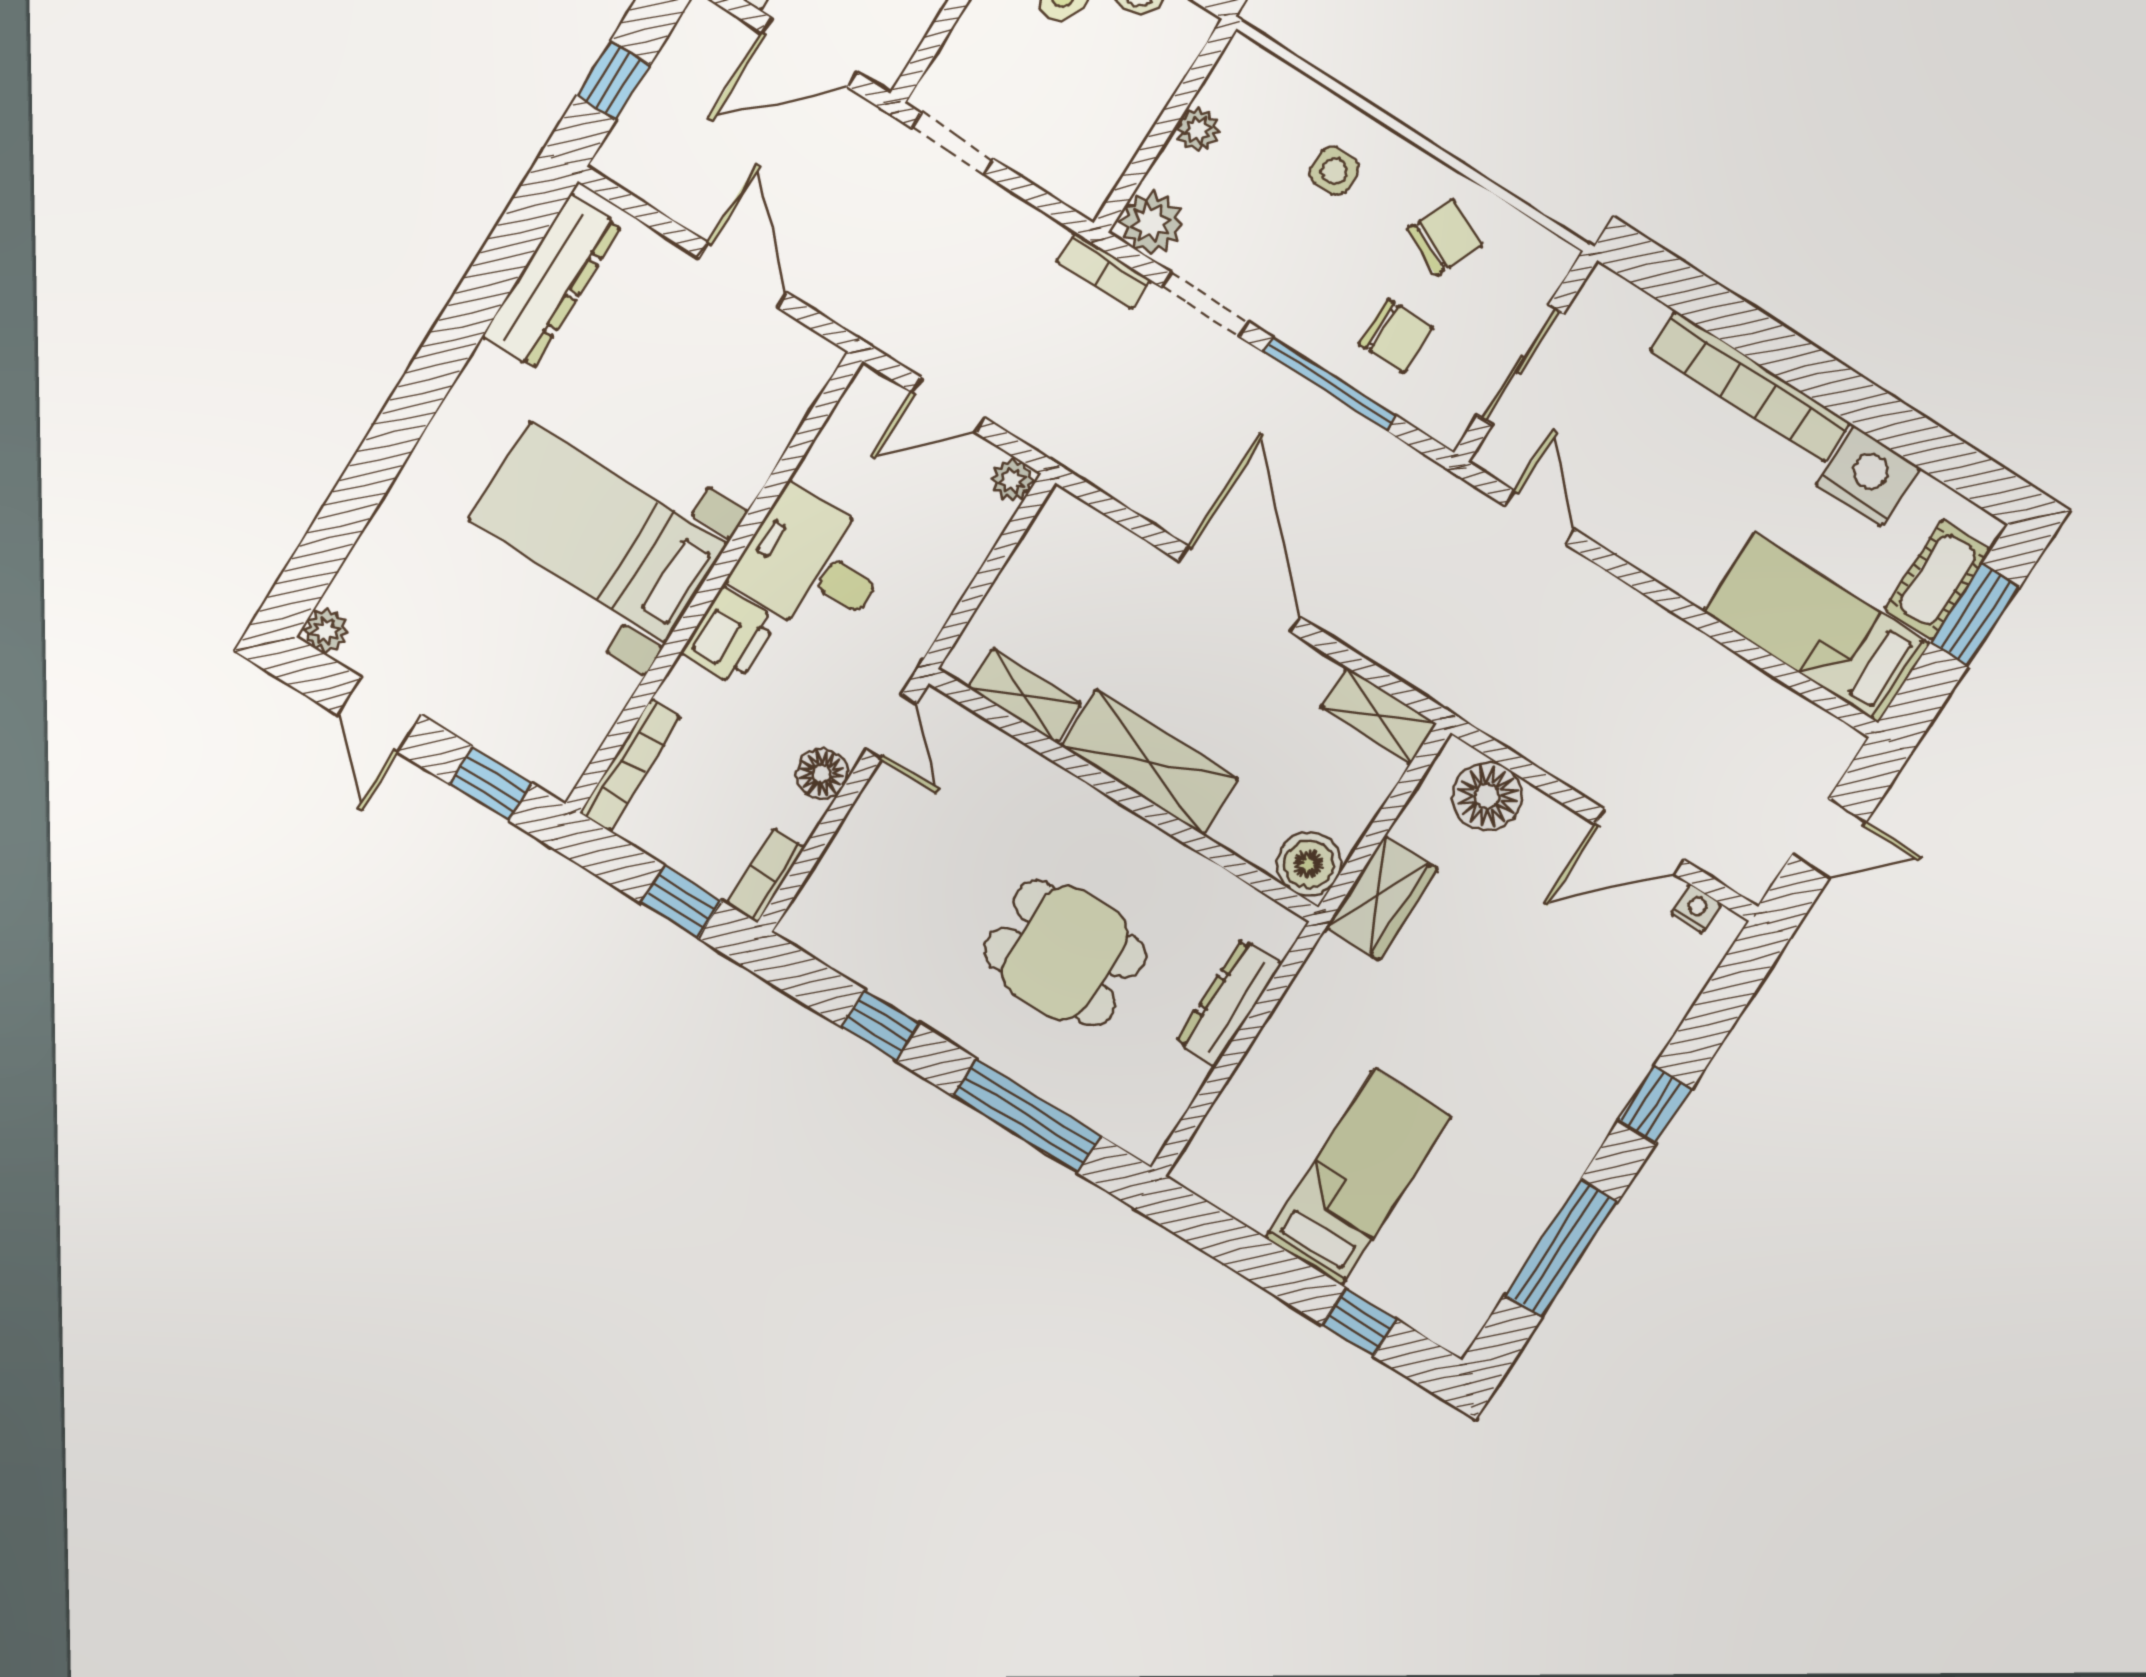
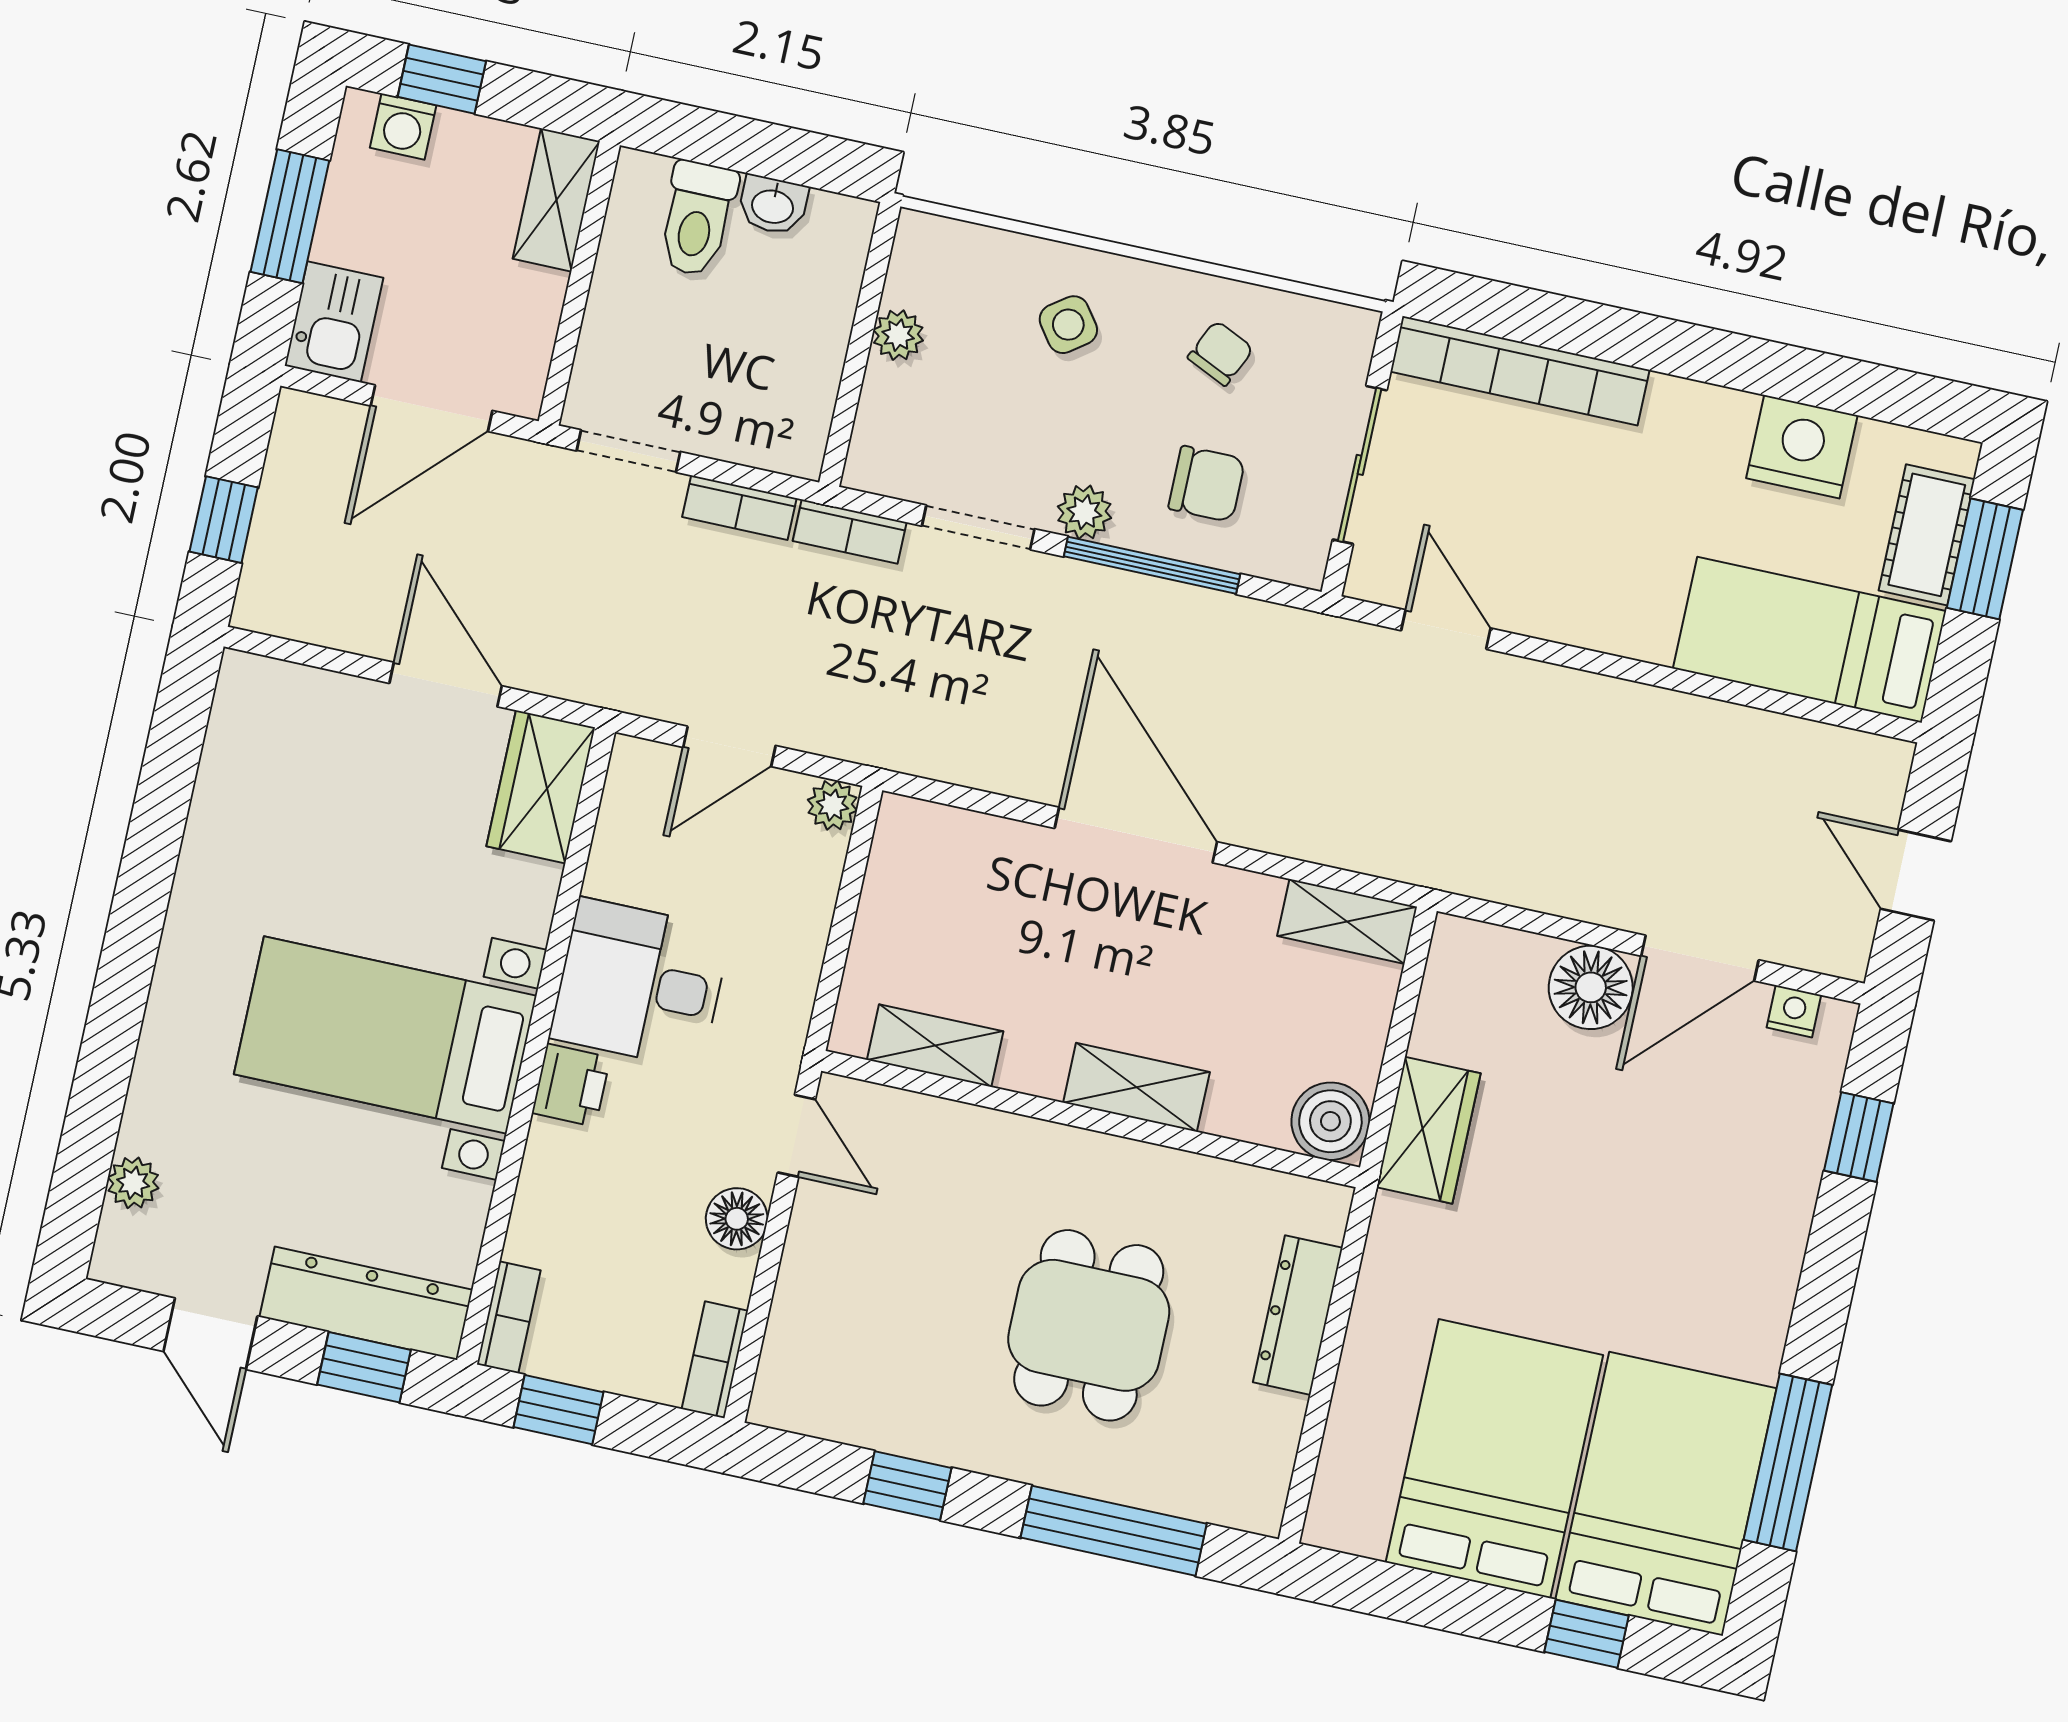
side table: (1334, 171) -> (1068, 325), turned -36
bookcase: (1024, 220) -> (739, 508), added
plant: (1151, 223) -> (1084, 512), moved, width x0.73, depth x0.73
chair: (1445, 237) -> (1221, 353), width x0.73, depth x0.73
dresser: (552, 281) -> (366, 1303), moved, turned -90
wardrobe: (789, 383) -> (541, 787), added
bookcase: (1750, 387) -> (1520, 371), moved
plant: (326, 630) -> (133, 1183), moved
printer: (730, 636) -> (571, 1085), width x0.73, depth x0.81
shelving: (1149, 762) -> (1136, 1087), width x0.67, depth x0.75
bookcase: (630, 765) -> (509, 1317), width x0.64
floor lamp: (1487, 796) -> (1591, 987), moved
door: (1829, 838) -> (1916, 875), swing flipped
window: (681, 902) -> (559, 1410), moved
dining table: (1065, 953) -> (1089, 1325), turned 90
window: (1655, 1104) -> (1859, 1137), moved
bed: (1358, 1178) -> (1494, 1459), width x1.50
bed: (1460, 1239) -> (1666, 1494), added

